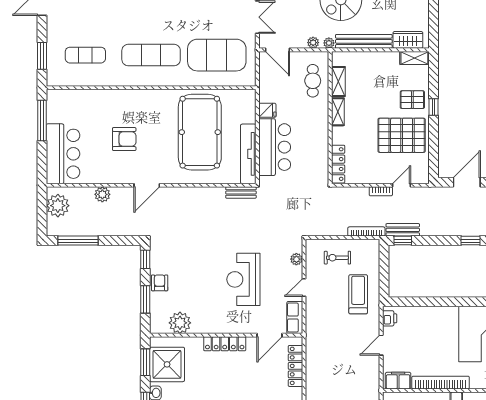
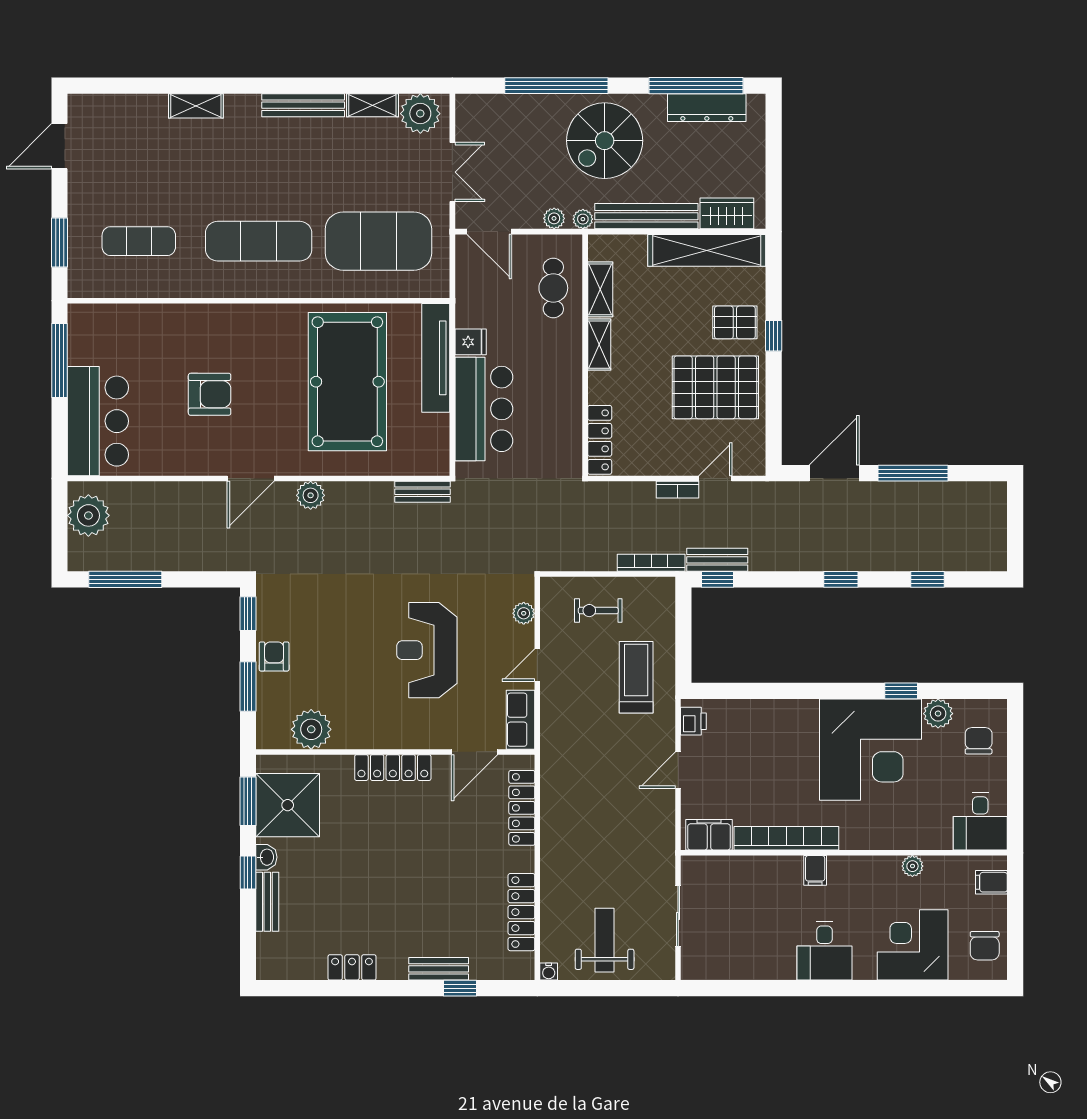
shelving: (414, 58) -> (707, 250), width x2.20, depth x1.33
tv unit: (248, 154) -> (436, 358), moved
plant: (102, 194) -> (311, 495), moved

